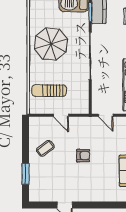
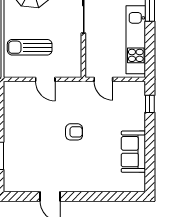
coffee table: (45, 148) -> (25, 123), removed

